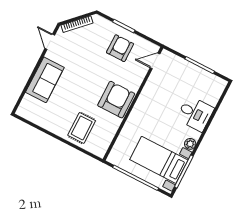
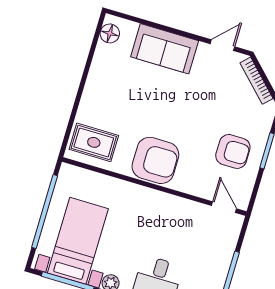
floor lamp: (28, 113) -> (110, 33), added
rug: (82, 128) -> (94, 142), moved

